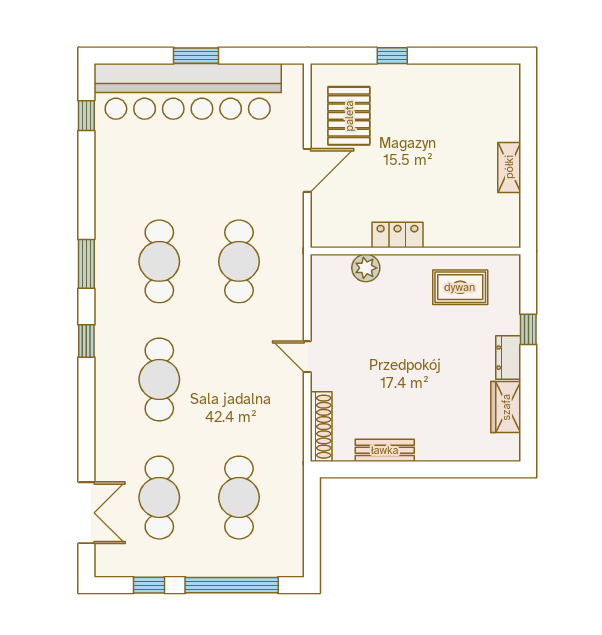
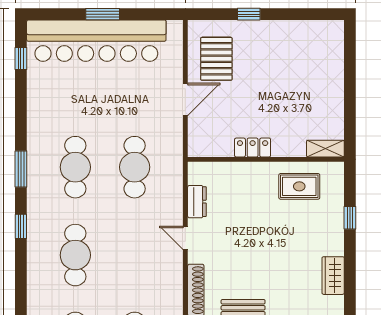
shelving: (509, 167) -> (325, 149), moved, turned 90
plant: (366, 268) -> (229, 172), removed
dresser: (508, 358) -> (197, 202), moved, turned 180

